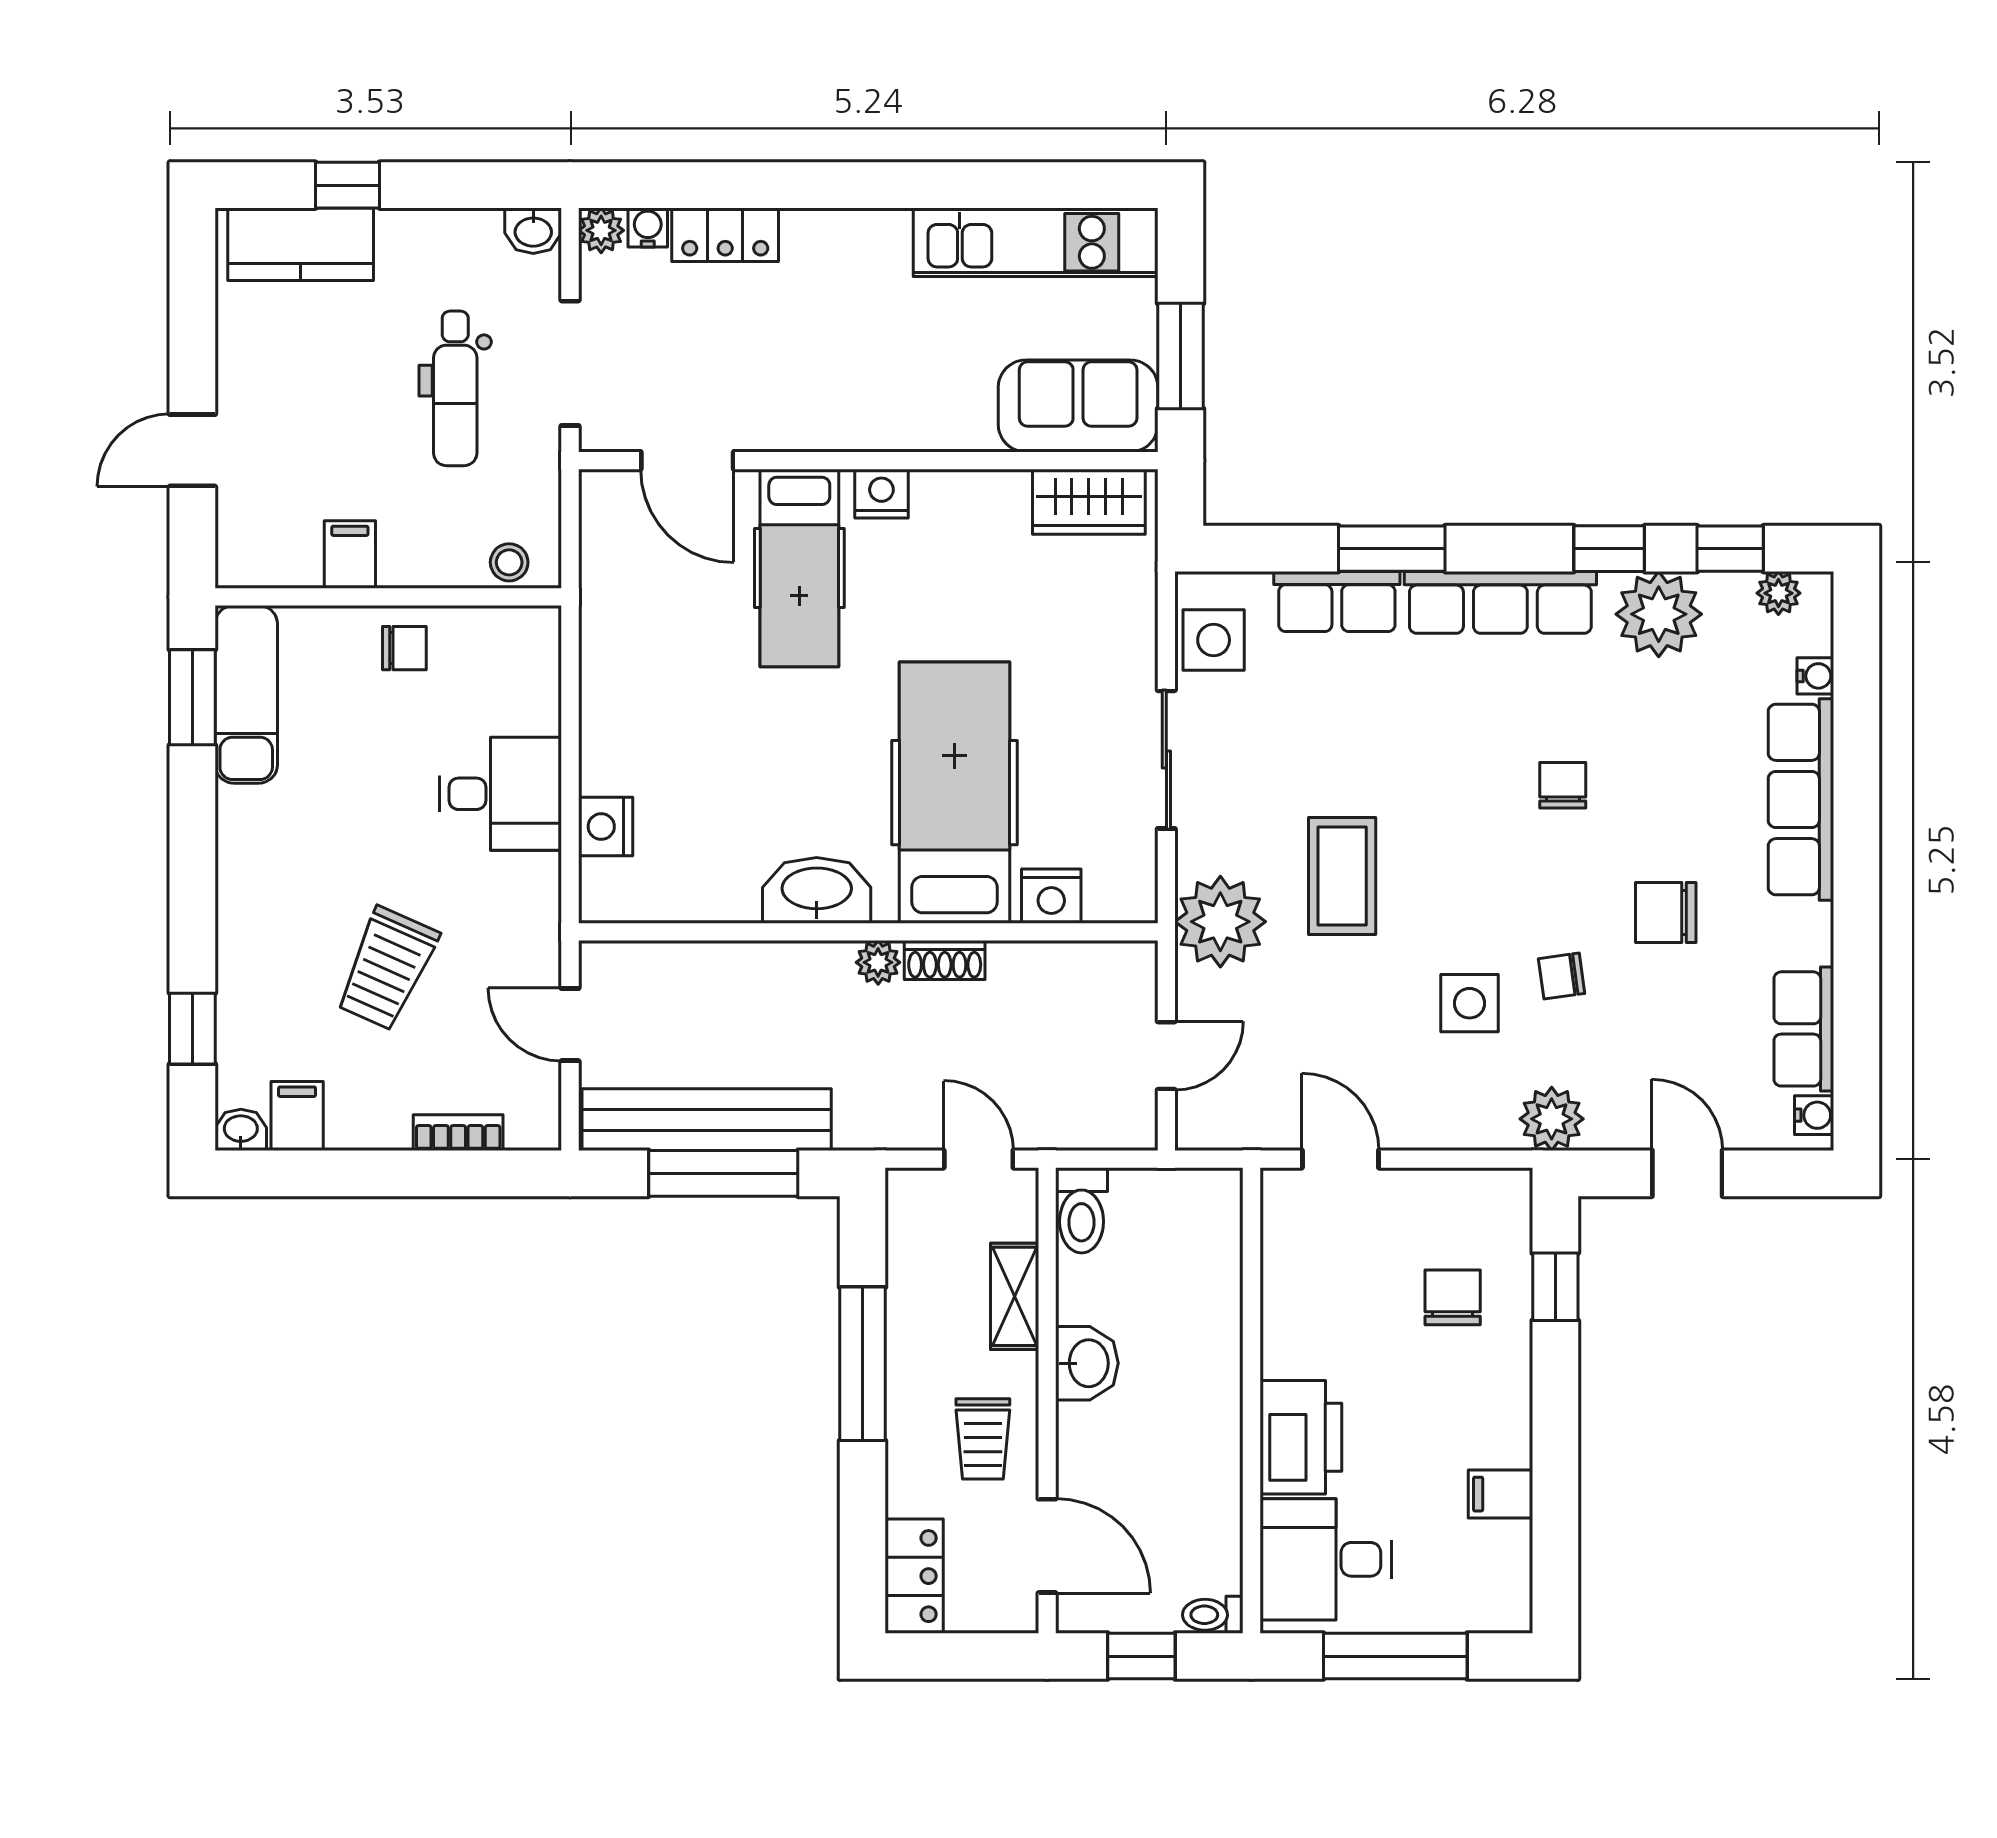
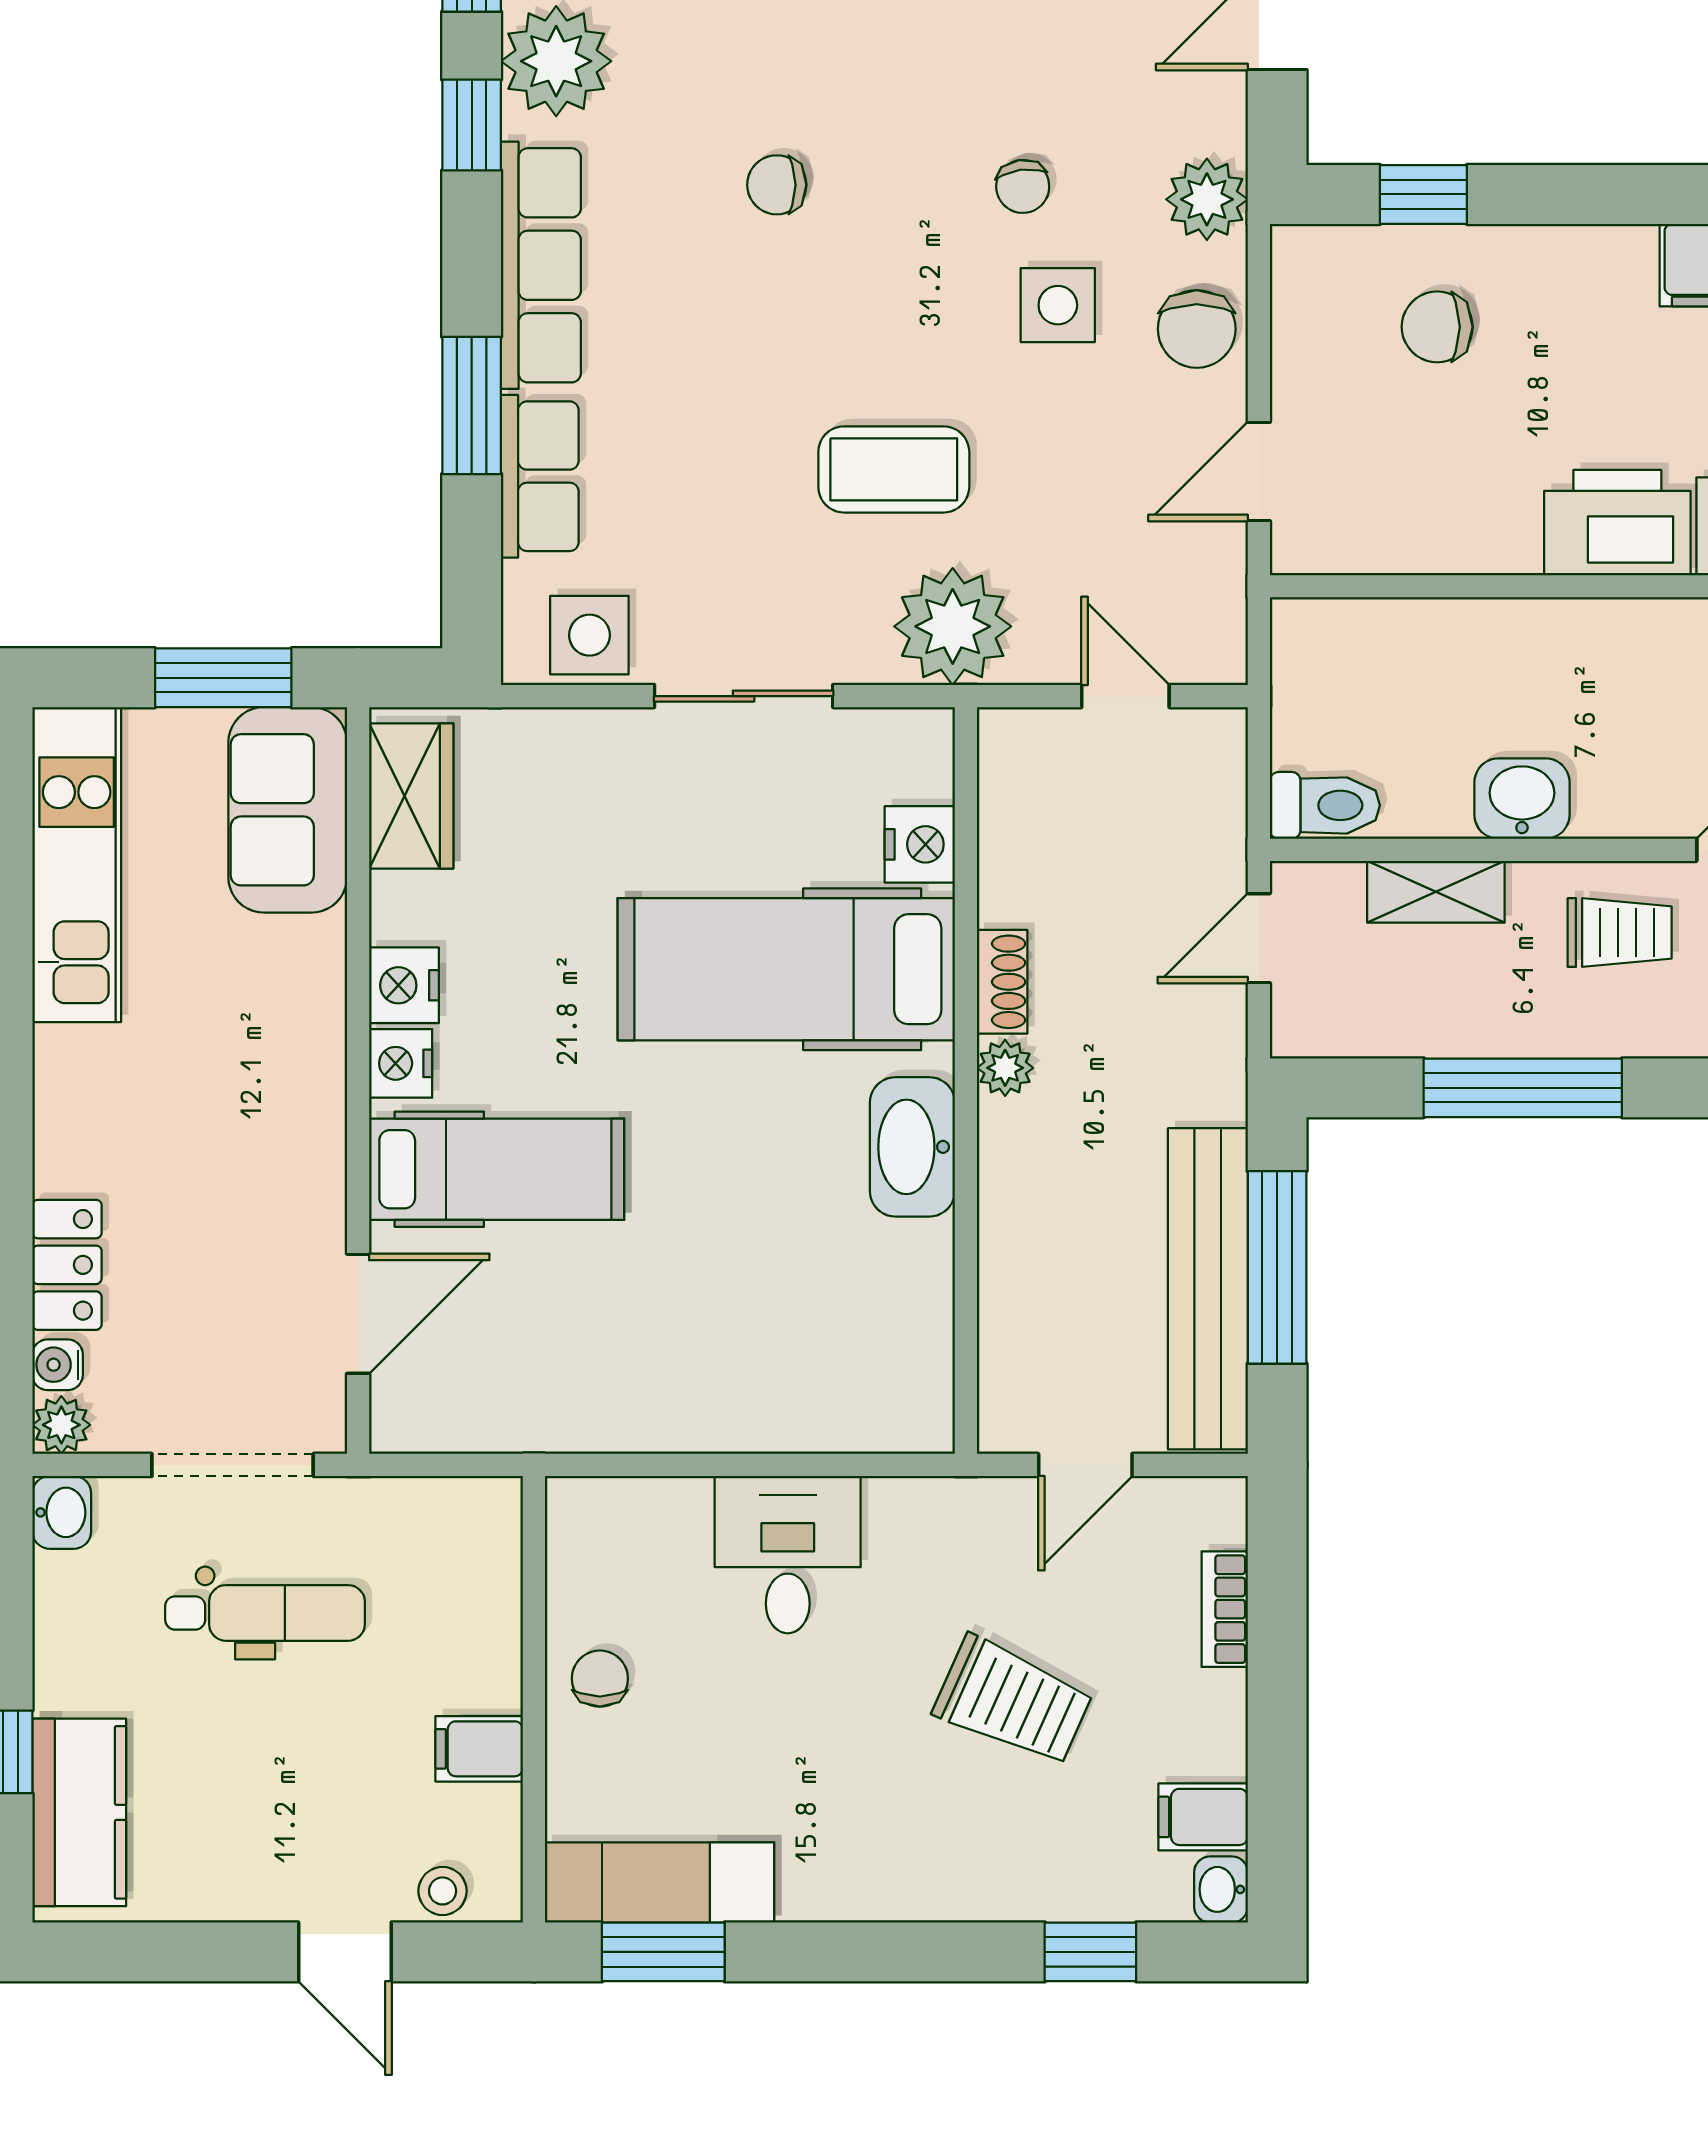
stool: (509, 562) -> (443, 1891), moved
nightstand: (606, 827) -> (404, 985), moved, turned 90
chair: (1666, 912) -> (1197, 329), moved

